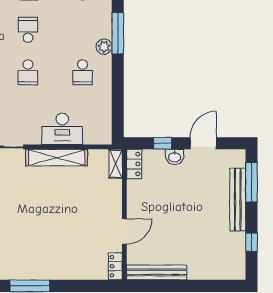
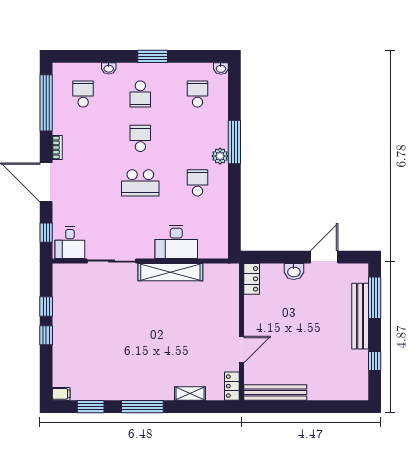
school desk: (28, 72) -> (140, 183), width x1.85
school desk: (83, 72) -> (197, 183), turned 180
window: (163, 143) -> (281, 257), removed
shelving: (116, 164) -> (190, 393), moved, turned 90

